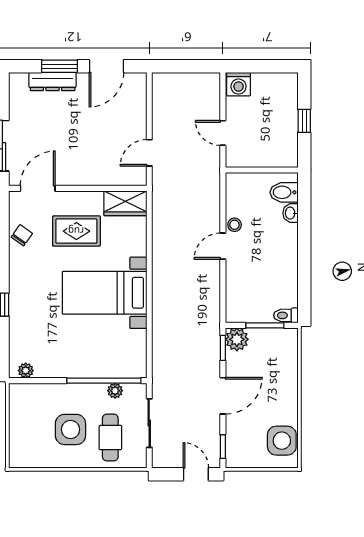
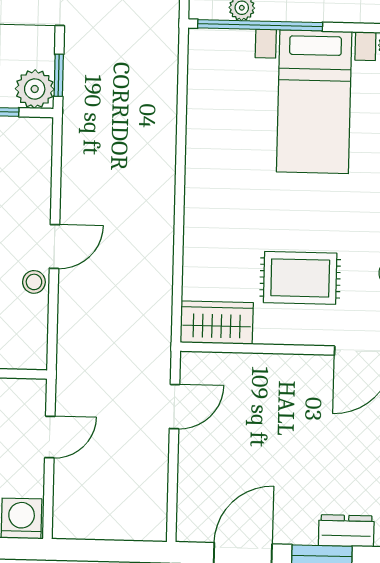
dresser: (53, 82) -> (346, 531), width x0.70
door: (223, 133) -> (50, 437), hinge flipped
bed with nightstands: (105, 293) -> (314, 102), moved, turned 90

